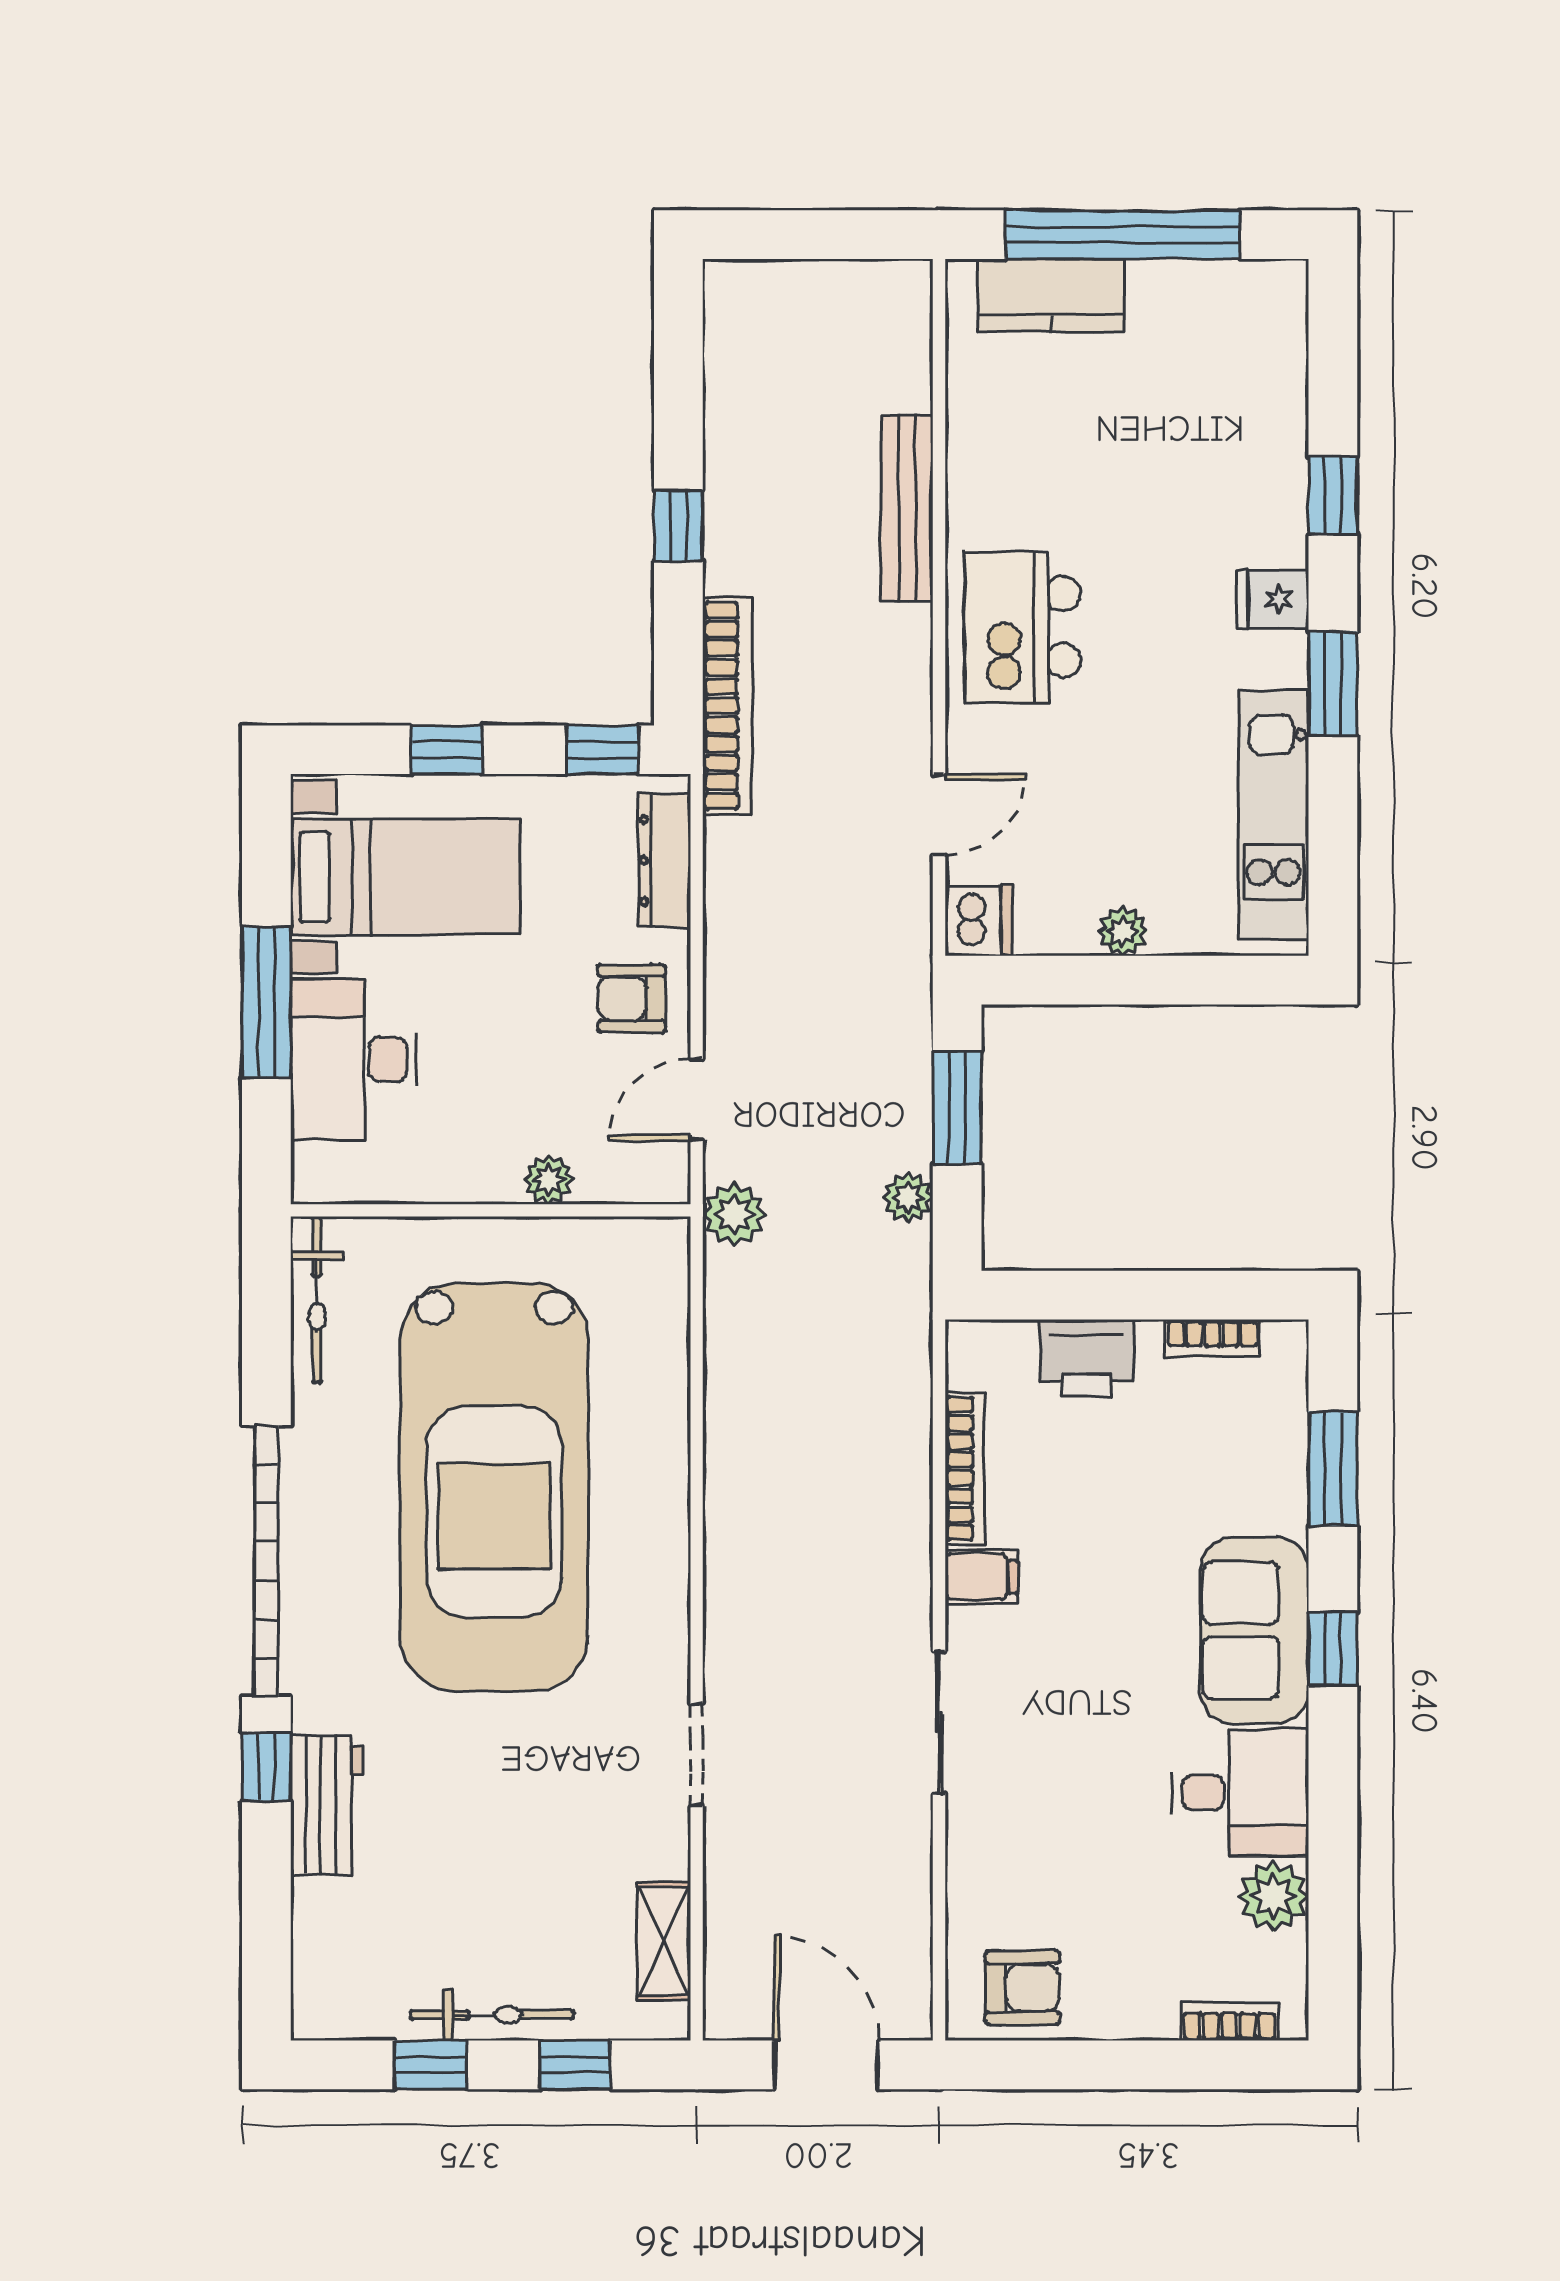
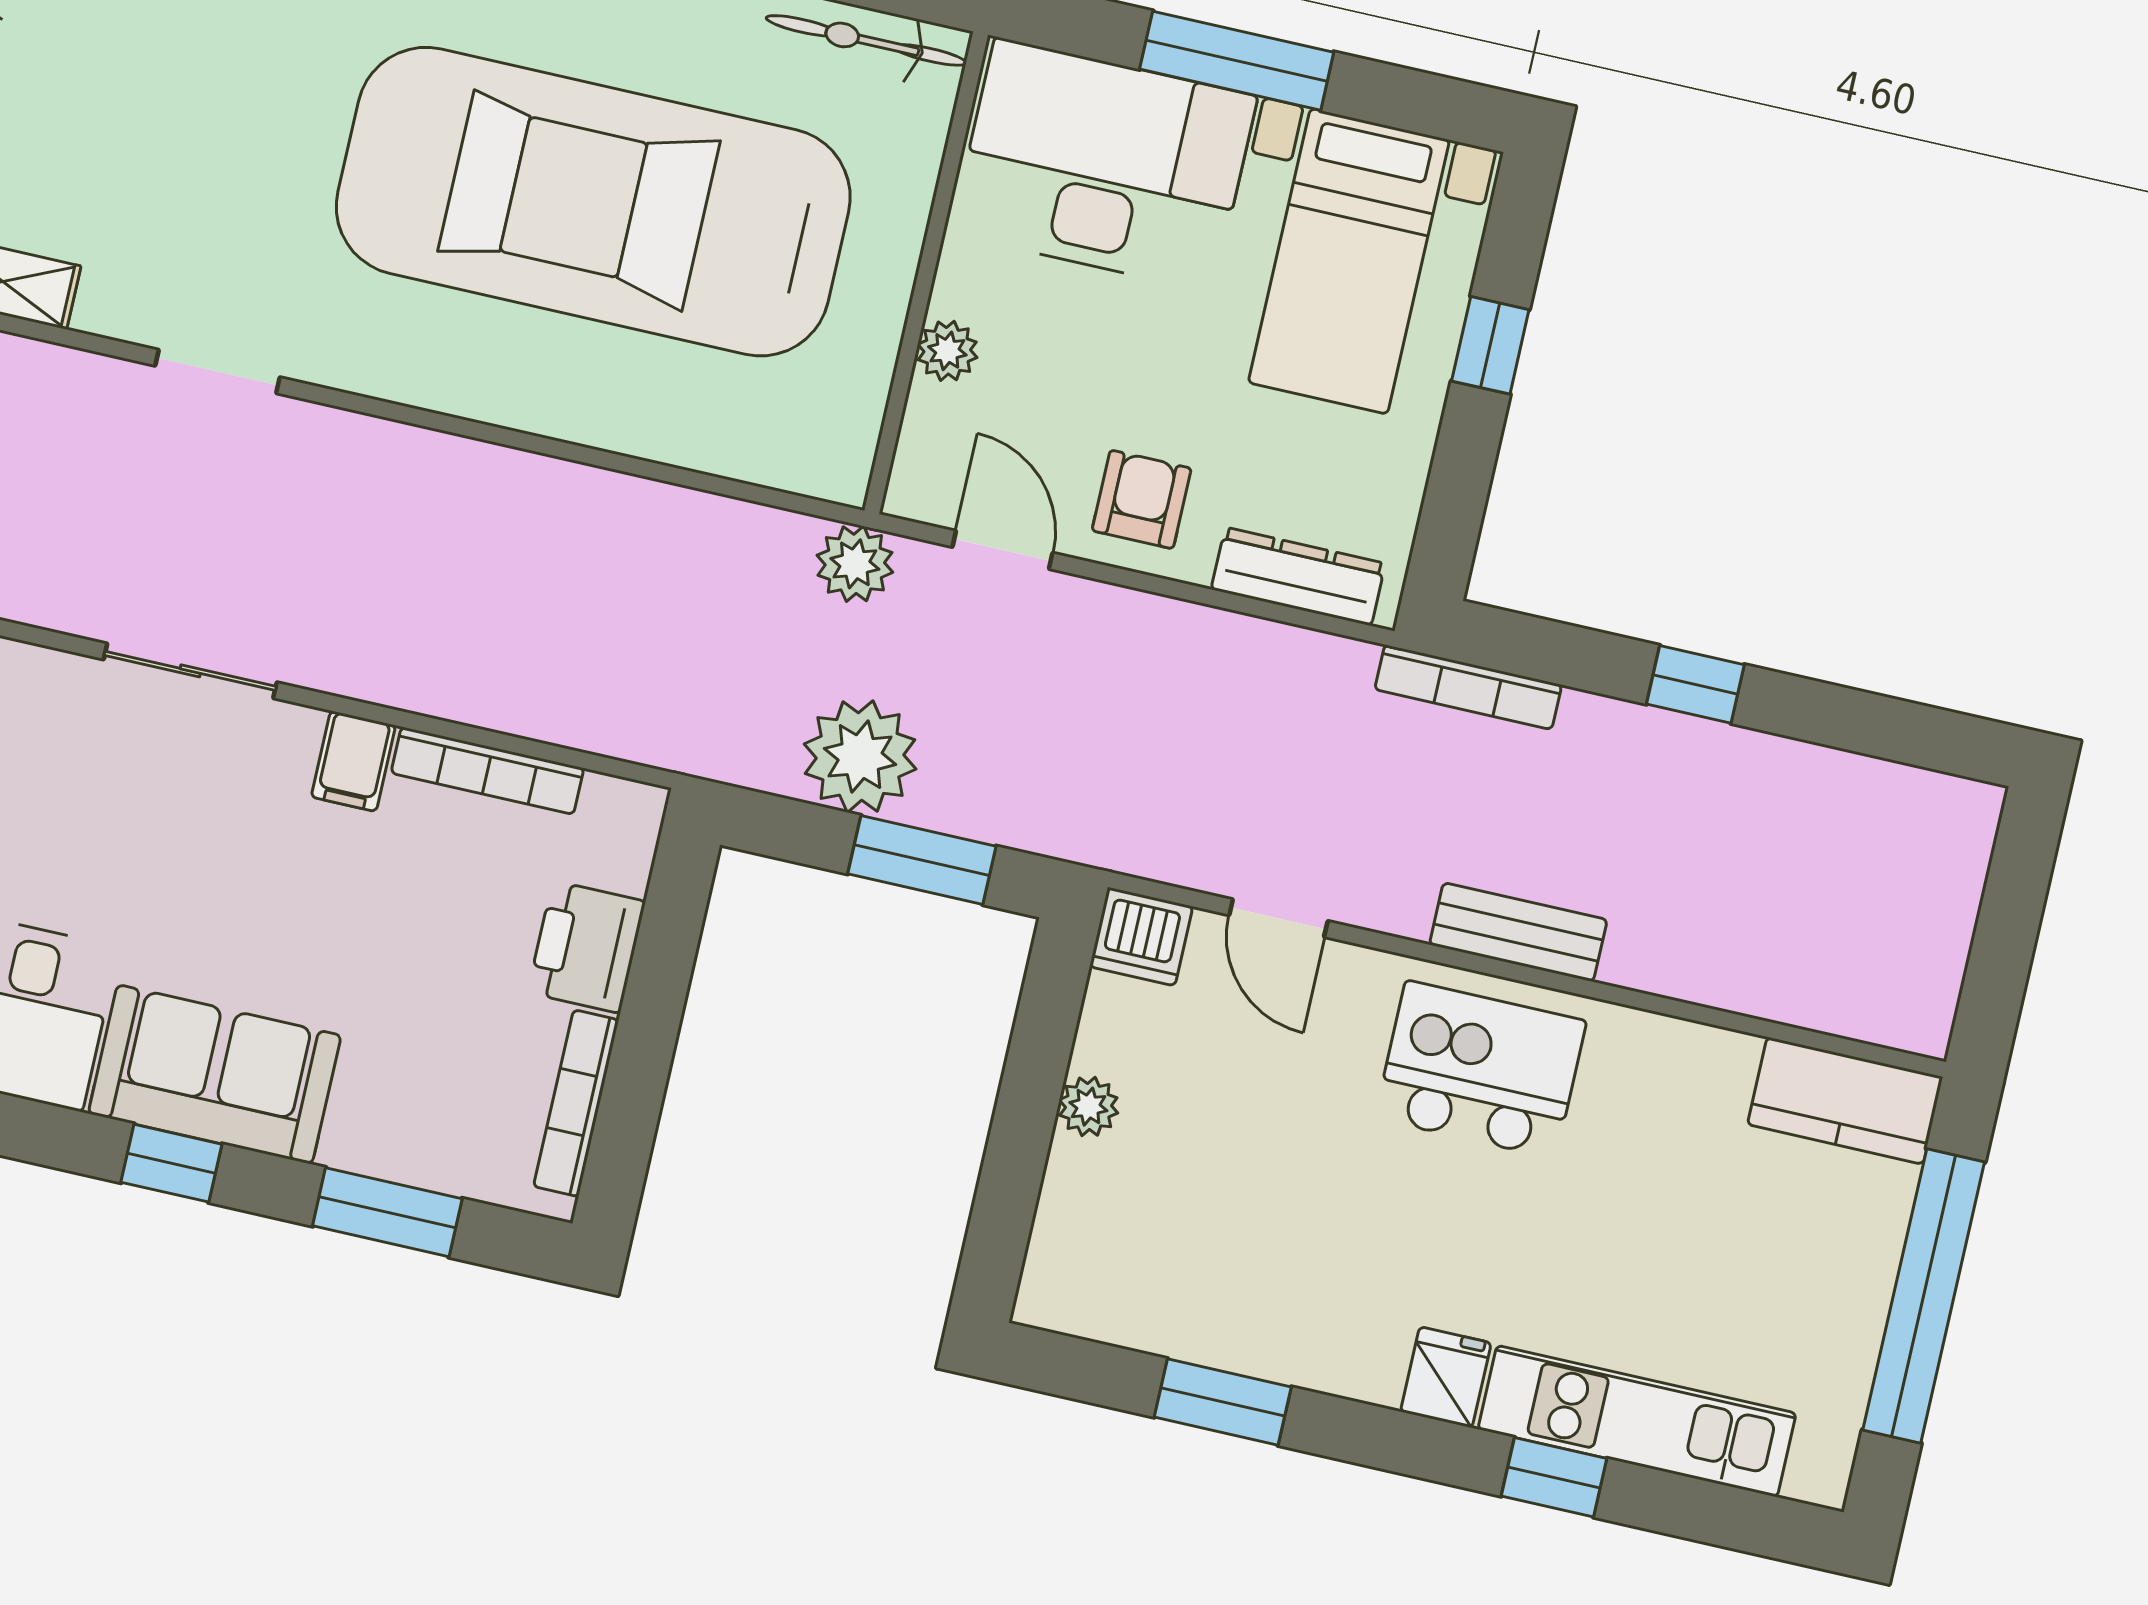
kitchen counter: (1051, 296) -> (1845, 1101), moved, turned -90
bench: (907, 508) -> (1518, 932), moved, width x0.73
window: (1333, 684) -> (1223, 1402), moved
bookcase: (727, 706) -> (1468, 687), width x0.68, depth x0.76
window: (602, 750) -> (1448, 532), removed
kitchen unit: (1274, 815) -> (1637, 1421), moved
desk: (354, 1059) -> (1104, 165), width x1.36, depth x1.30
plant: (908, 1197) -> (860, 757), width x1.87, depth x1.87
bookcase: (1212, 1338) -> (576, 1103), width x1.56

